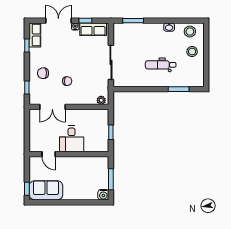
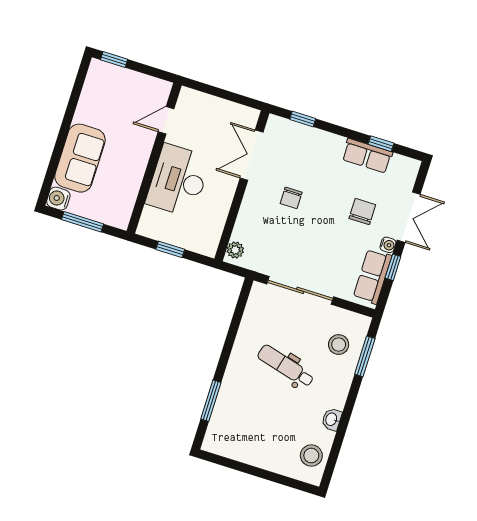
row of seats: (35, 35) -> (367, 156), moved
stool: (192, 52) -> (339, 345), moved
dental chair: (161, 65) -> (286, 366), moved, turned -75
chair: (43, 73) -> (362, 212), moved
desk: (72, 139) -> (178, 180), width x1.37
sofa: (46, 190) -> (80, 158), moved

